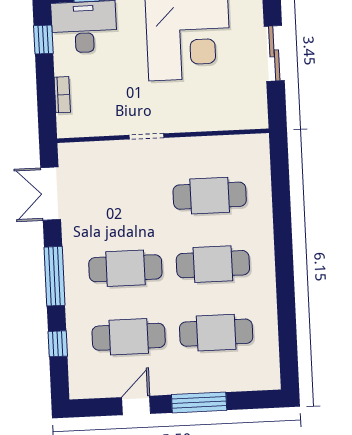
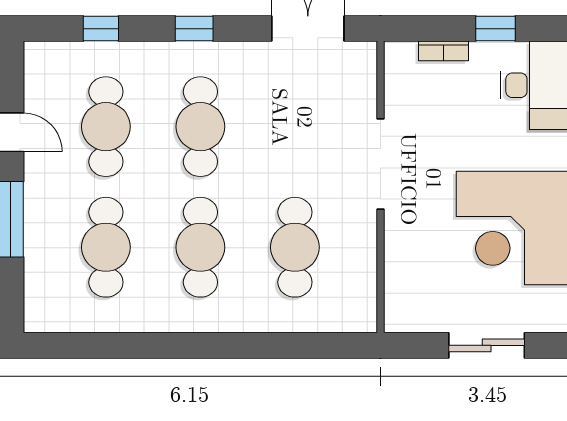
window: (43, 39) -> (496, 29), moved
doorway: (146, 136) -> (381, 164), width x1.88
window: (55, 276) -> (194, 29), width x0.46

